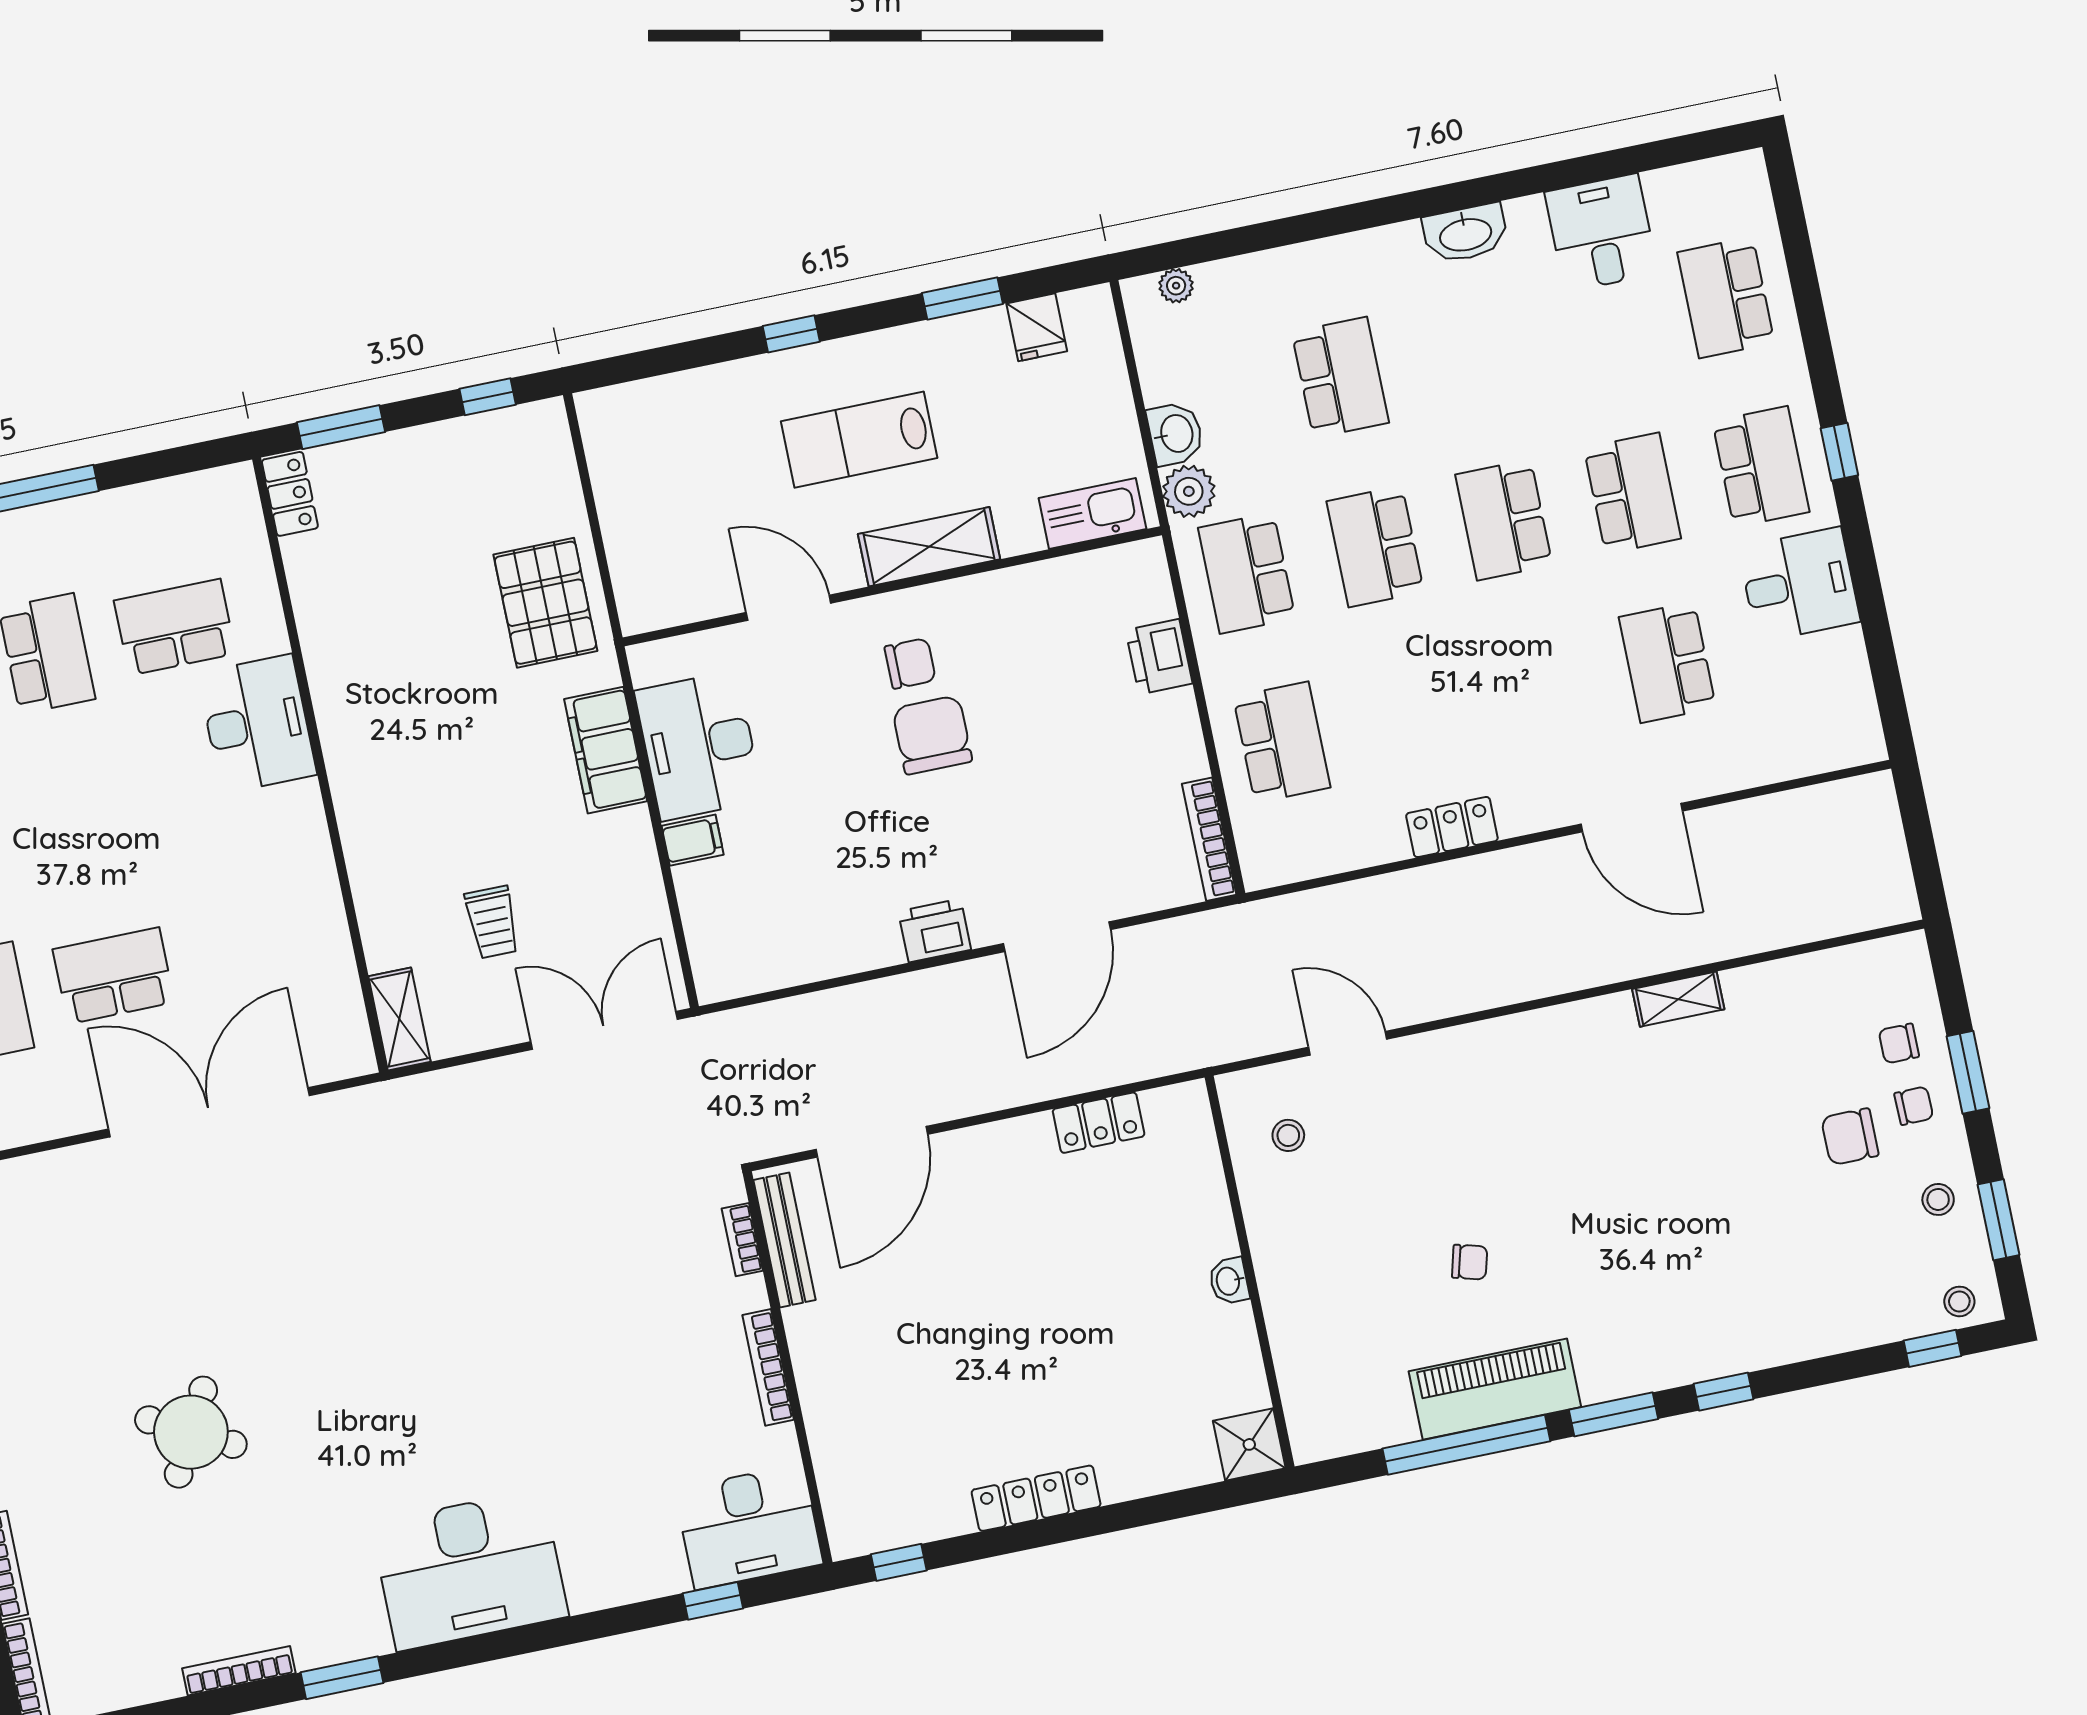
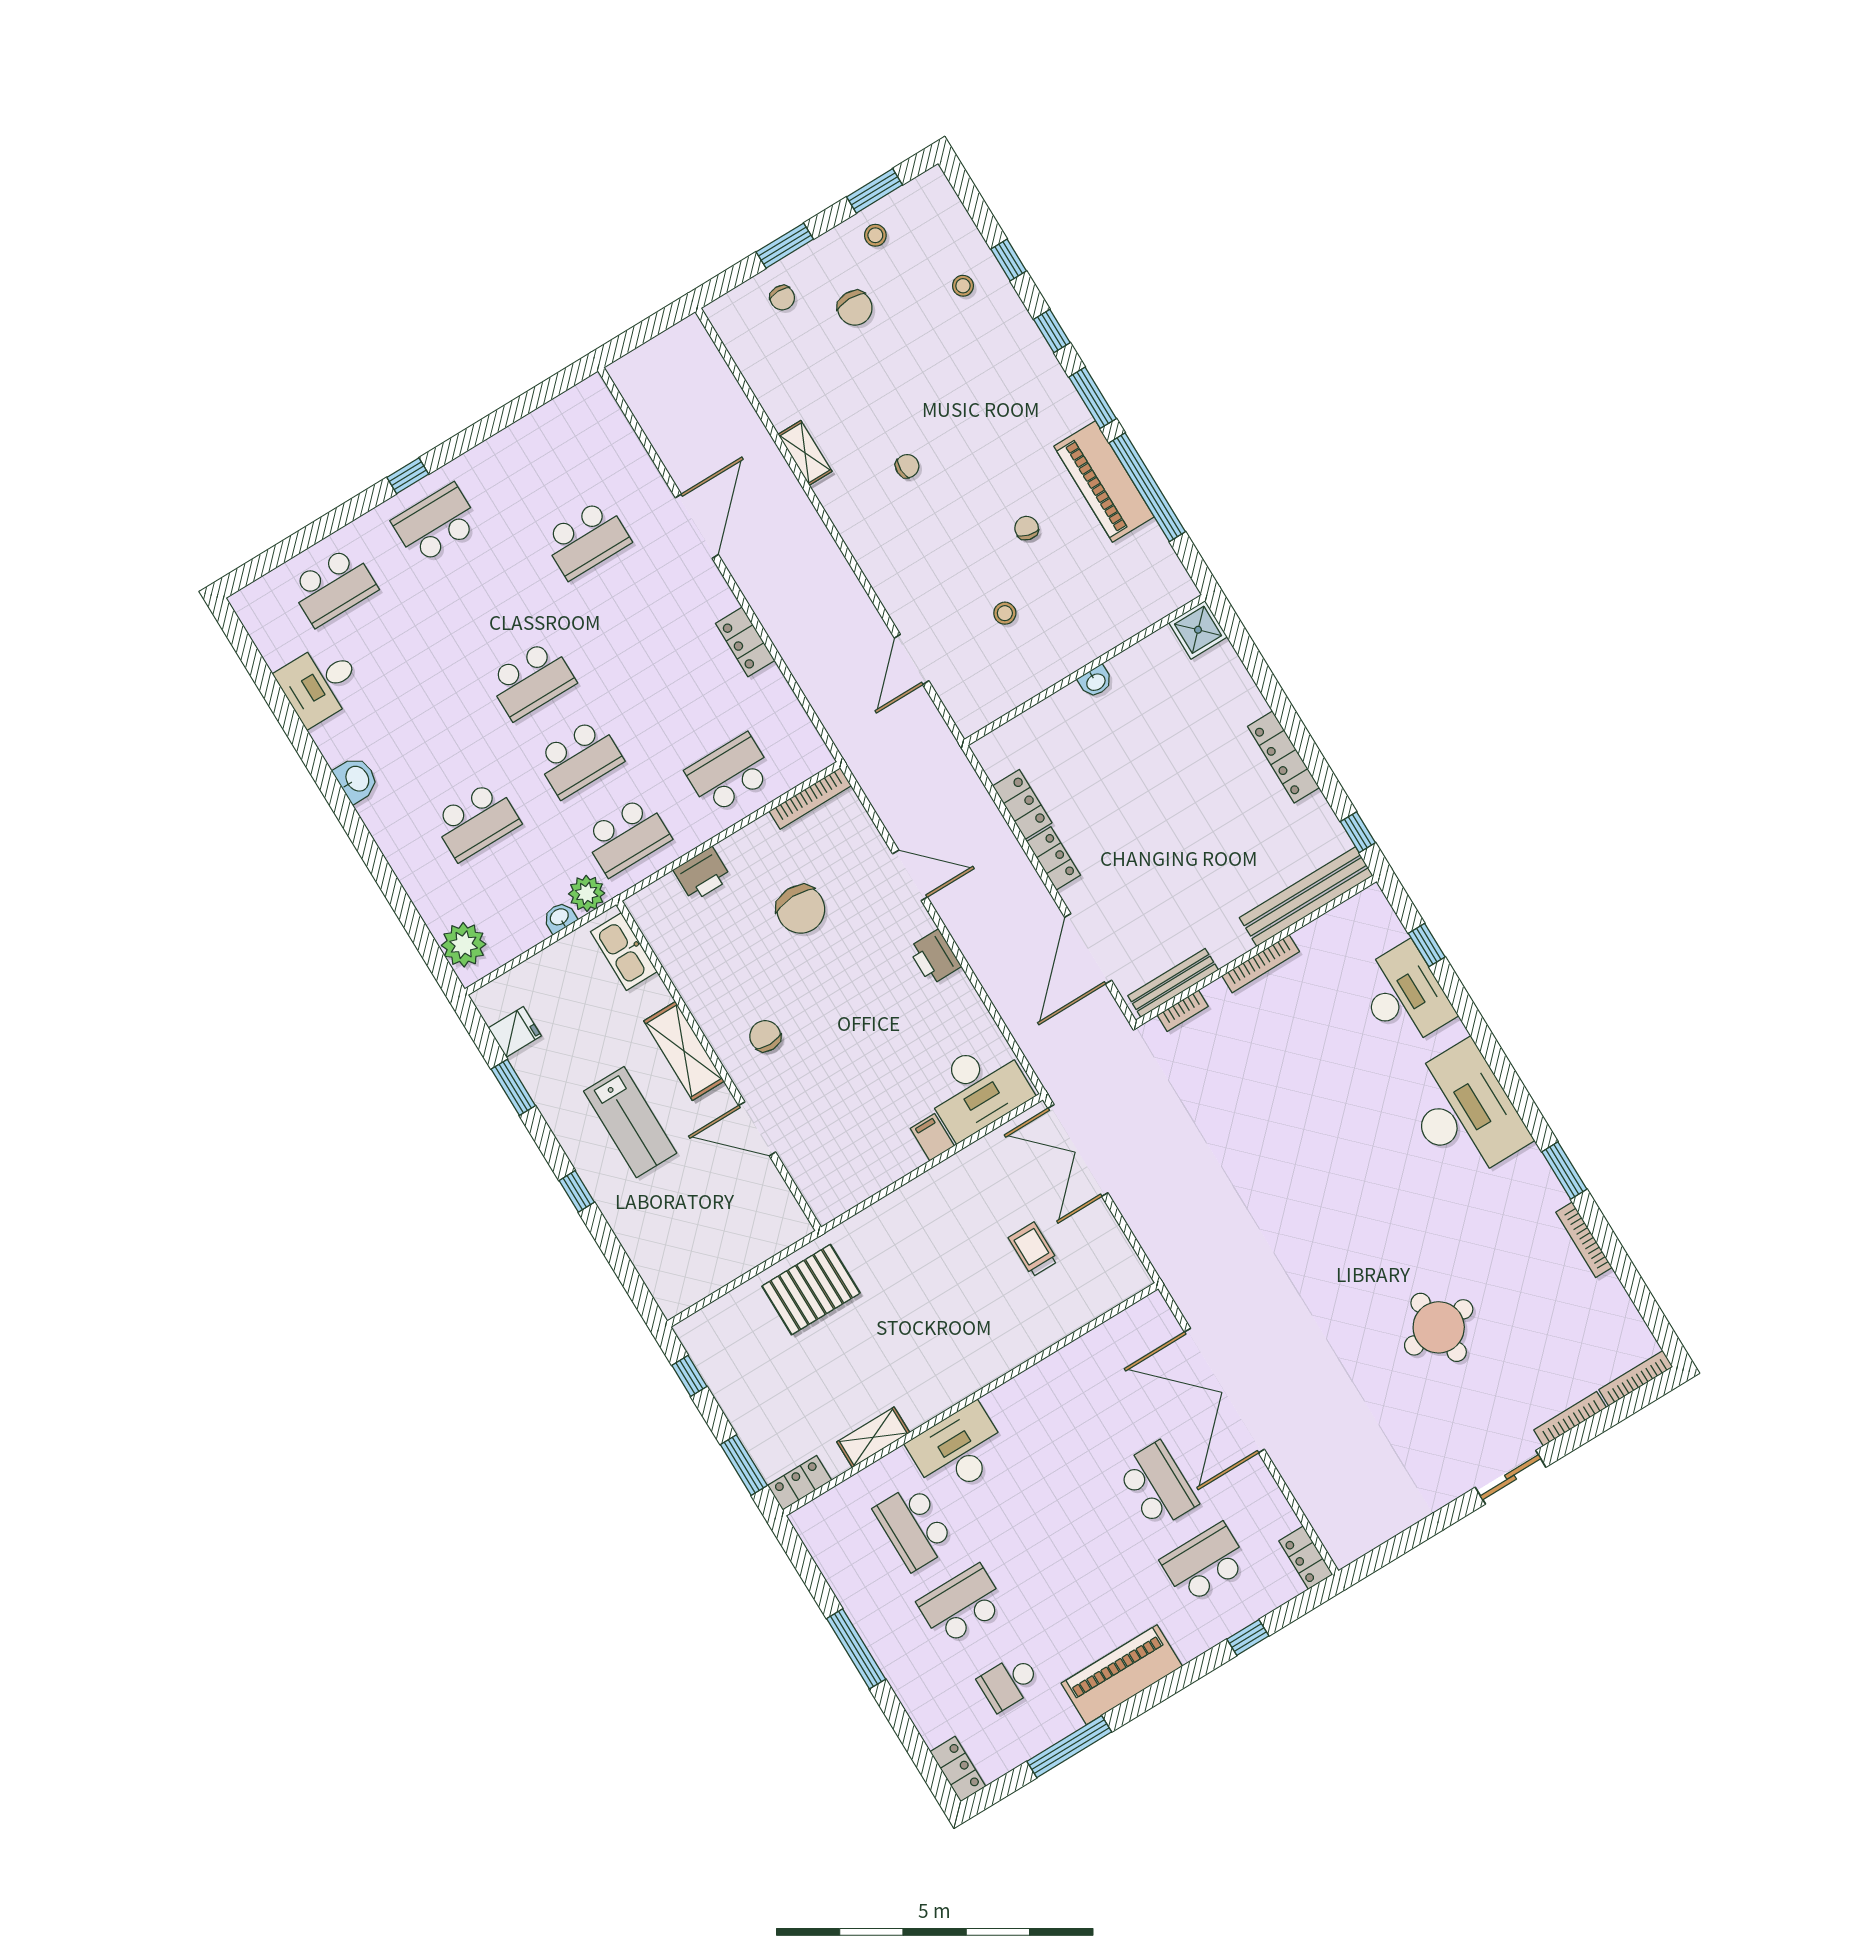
washbasin: (1465, 233) -> (356, 779), width x0.72
plant: (1176, 286) -> (464, 945), width x1.88, depth x1.88
school desk: (1340, 377) -> (476, 821), turned 180
washbasin: (1175, 434) -> (560, 917), width x0.72, depth x0.69
school desk: (1632, 493) -> (484, 602), removed
desk: (1799, 585) -> (504, 471), removed
door: (789, 608) -> (757, 1129), hinge flipped
chair: (932, 735) -> (801, 909), moved, turned -91
desk: (699, 746) -> (977, 1089), moved
filing cabinet: (606, 750) -> (894, 1215), removed
trolley: (492, 922) -> (1033, 1249), turned -90
door: (1057, 937) -> (910, 875), width x0.73
school desk: (114, 976) -> (1157, 1485), turned 180
shelving: (399, 1019) -> (873, 1437), moved
chair: (1914, 1106) -> (907, 466), moved, turned 91
stool: (1288, 1135) -> (1005, 613), moved
locker: (1010, 1139) -> (1054, 858), added
door: (872, 1142) -> (1088, 949), swing flipped
stool: (1959, 1301) -> (963, 286), moved
window: (1932, 1348) -> (1009, 260), moved
round table: (191, 1432) -> (1439, 1327), turned -33
bench: (837, 1462) -> (1306, 897), added
desk: (749, 1527) -> (1404, 996), moved

